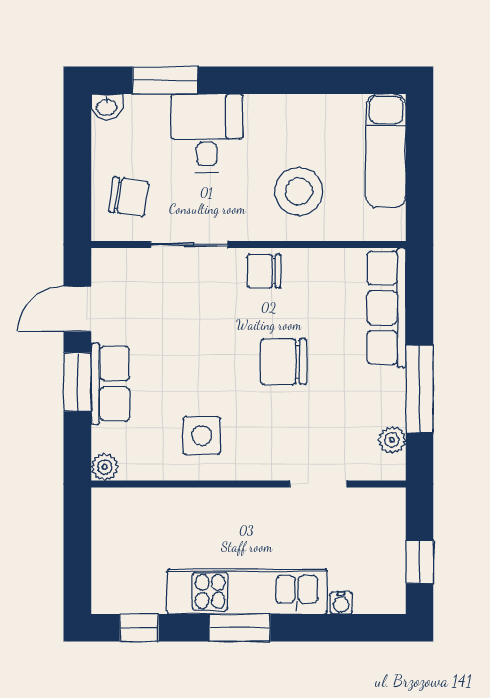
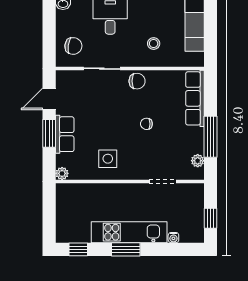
stool: (299, 191) -> (154, 44), width x0.53, depth x0.53
chair: (264, 271) -> (137, 81), turned 180
chair: (284, 362) -> (146, 124), width x0.54, depth x0.54

